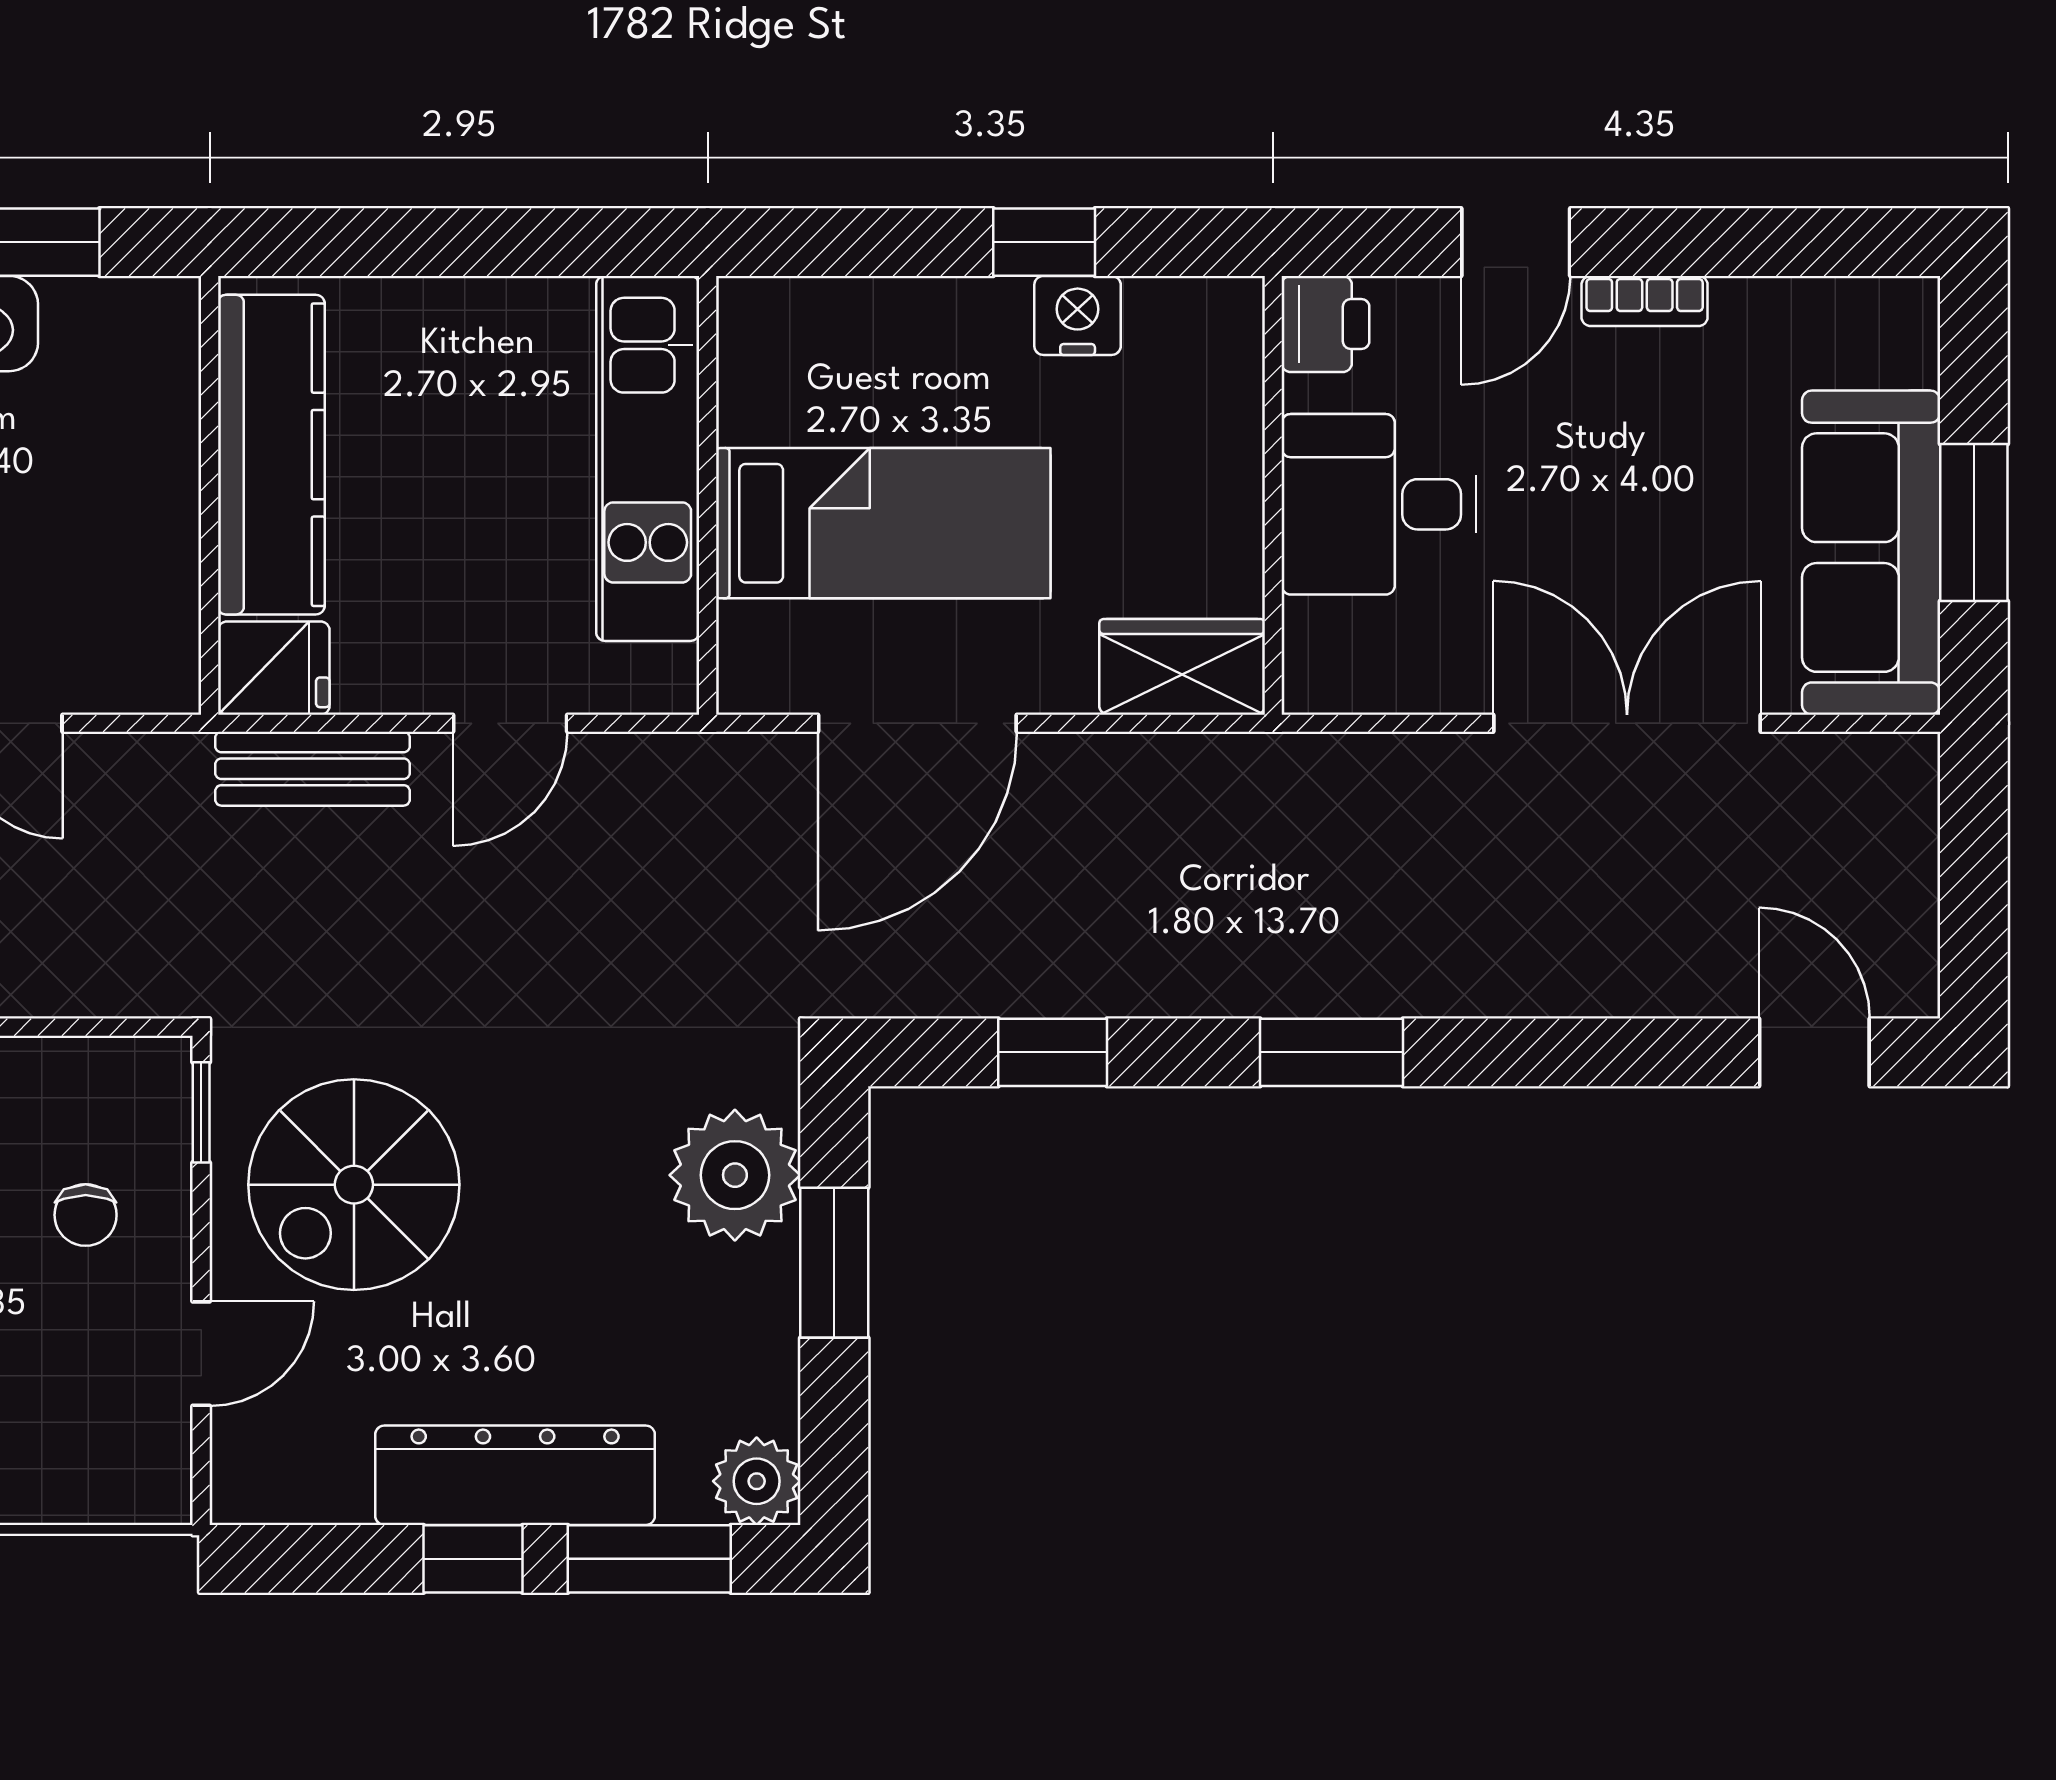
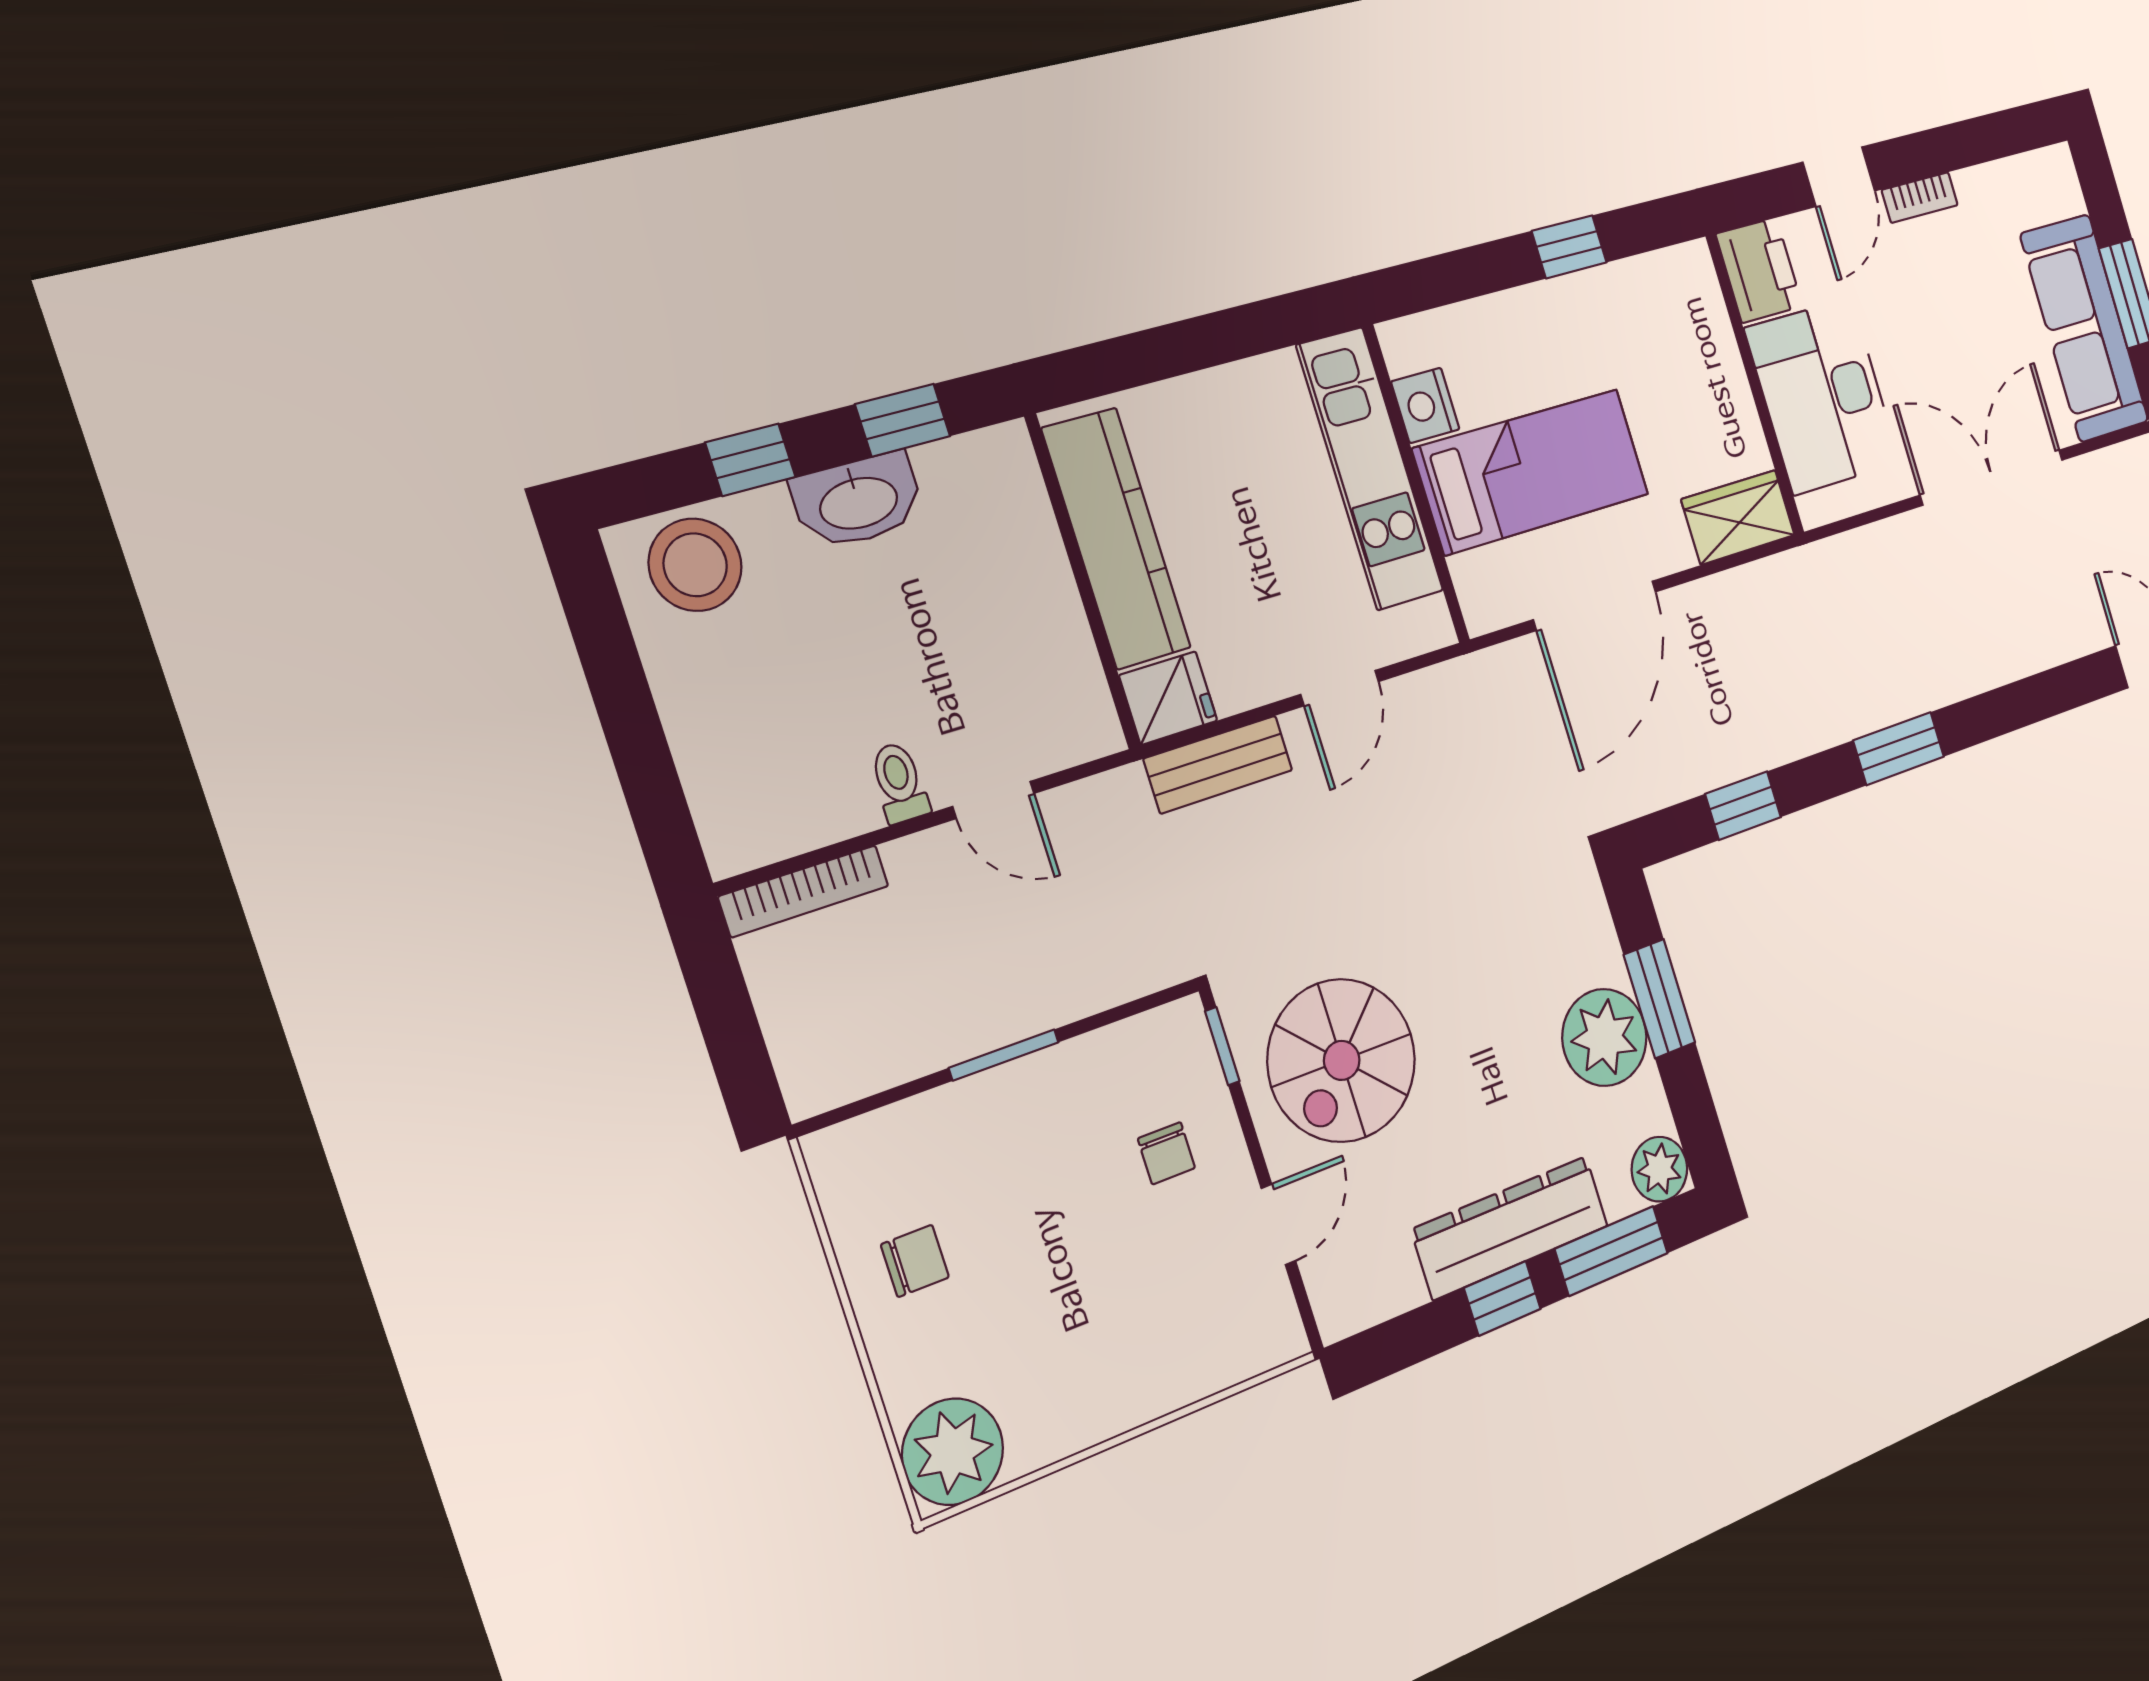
nightstand: (1078, 315) -> (1425, 405), moved, turned -90
printer: (1325, 324) -> (1759, 270), width x1.36, depth x1.24
desk: (1379, 504) -> (1823, 396), width x1.37
plant: (735, 1175) -> (1605, 1037), moved

